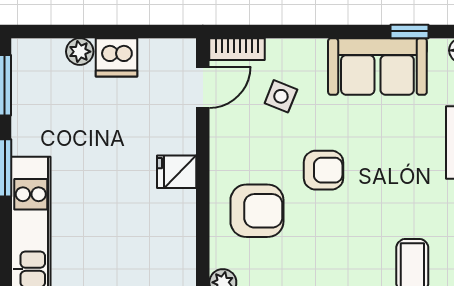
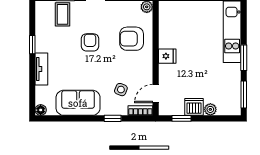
window: (145, 31) -> (181, 118), added
window: (410, 31) -> (113, 118), moved
armchair: (324, 170) -> (90, 42), moved, turned 90

